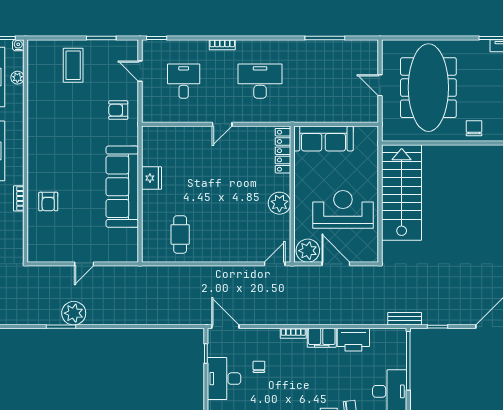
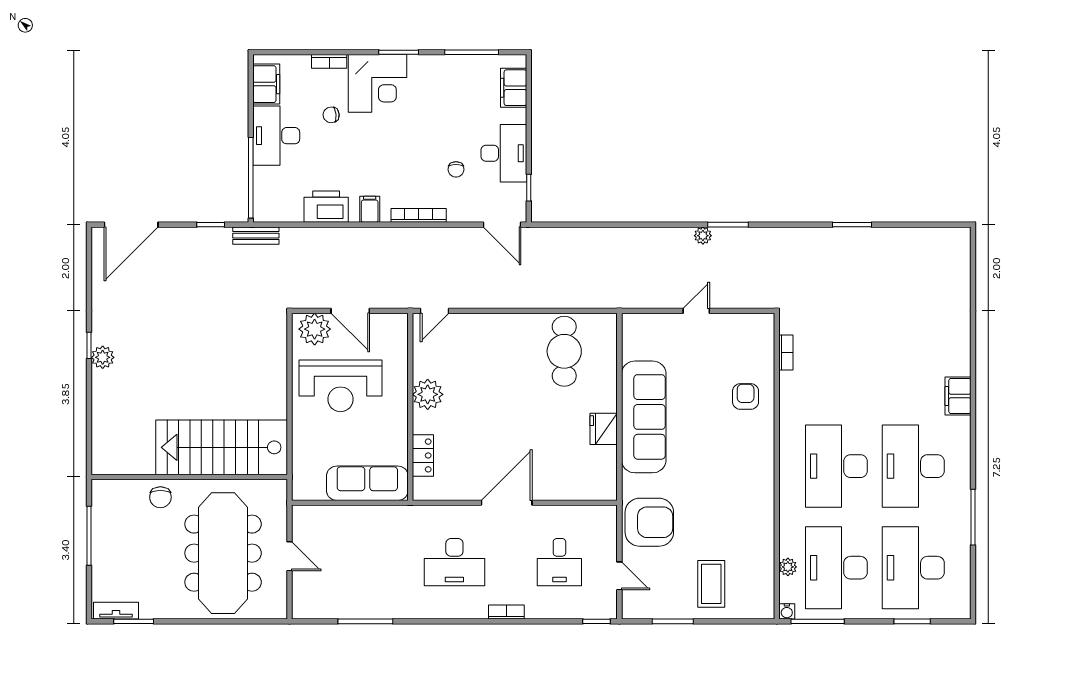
armchair: (118, 110) -> (649, 522), width x1.88, depth x1.88
door: (222, 124) -> (507, 503), width x1.87
locker: (283, 151) -> (423, 455), width x0.66
stairs: (402, 192) -> (222, 447), moved, turned 90
bookcase: (19, 198) -> (786, 353), moved
cafe table: (180, 234) -> (564, 351), width x1.37, depth x1.35
plant: (308, 251) -> (315, 329), moved
plant: (74, 313) -> (703, 236), width x0.53, depth x0.53
bookcase: (293, 333) -> (419, 215), width x1.56
filing cabinet: (322, 338) -> (370, 209), width x0.50

